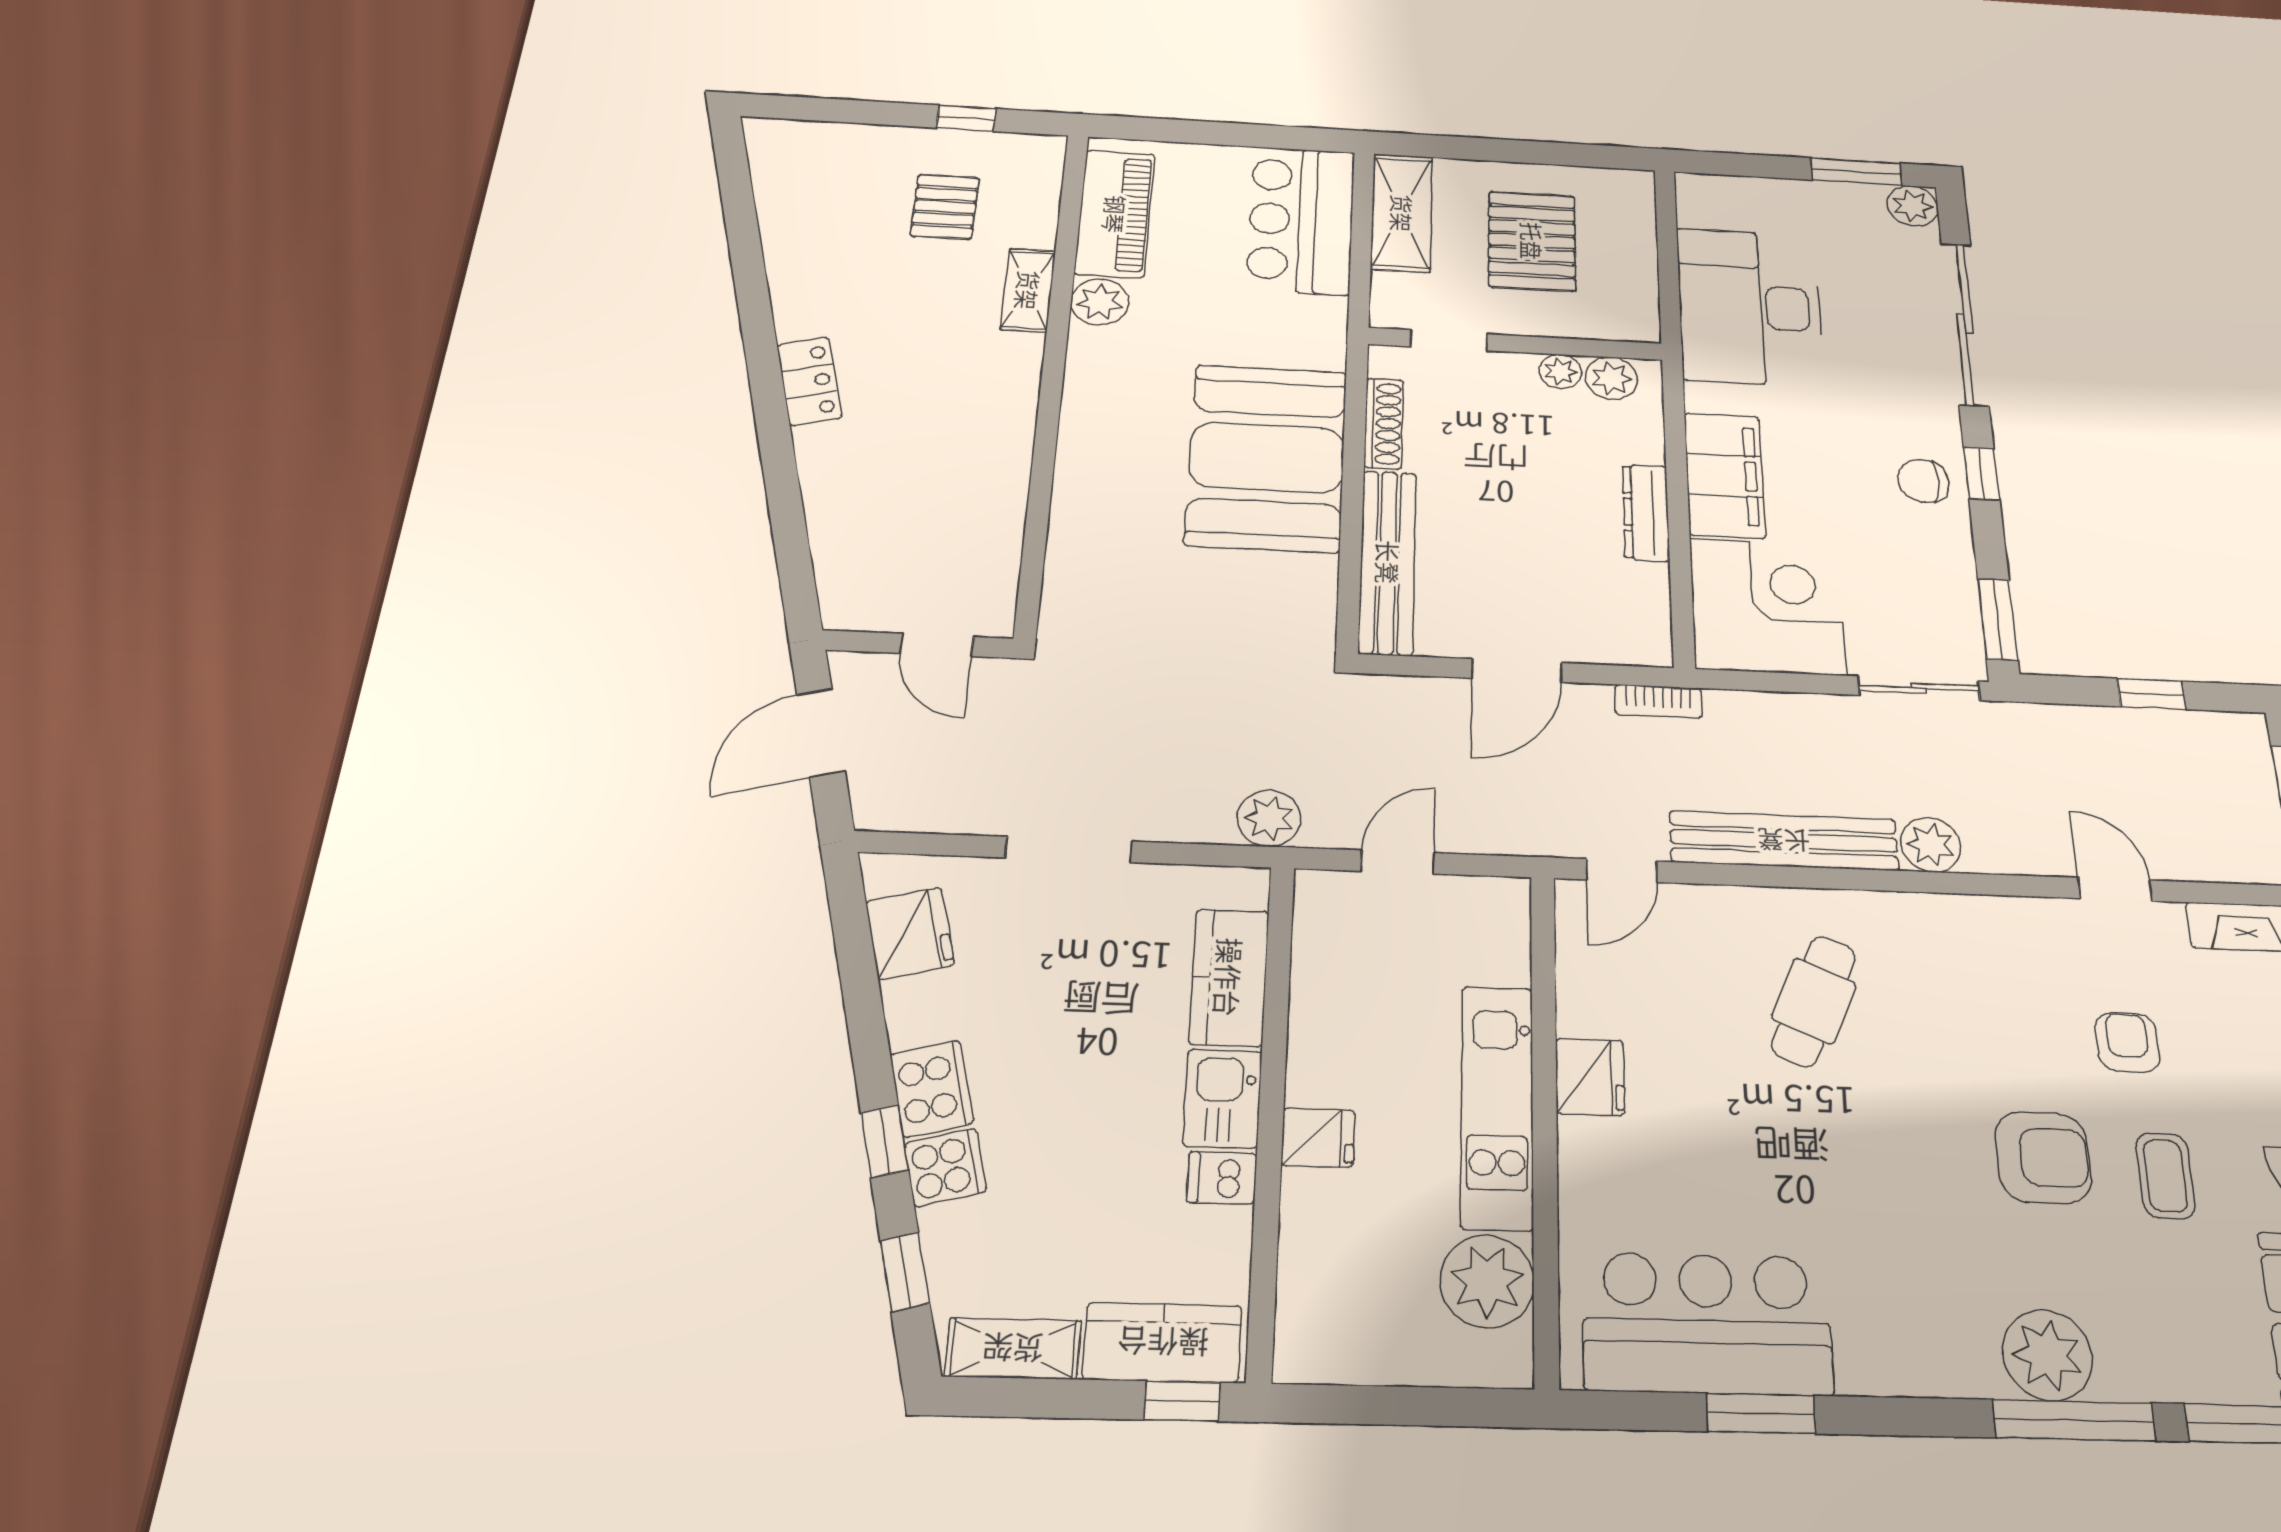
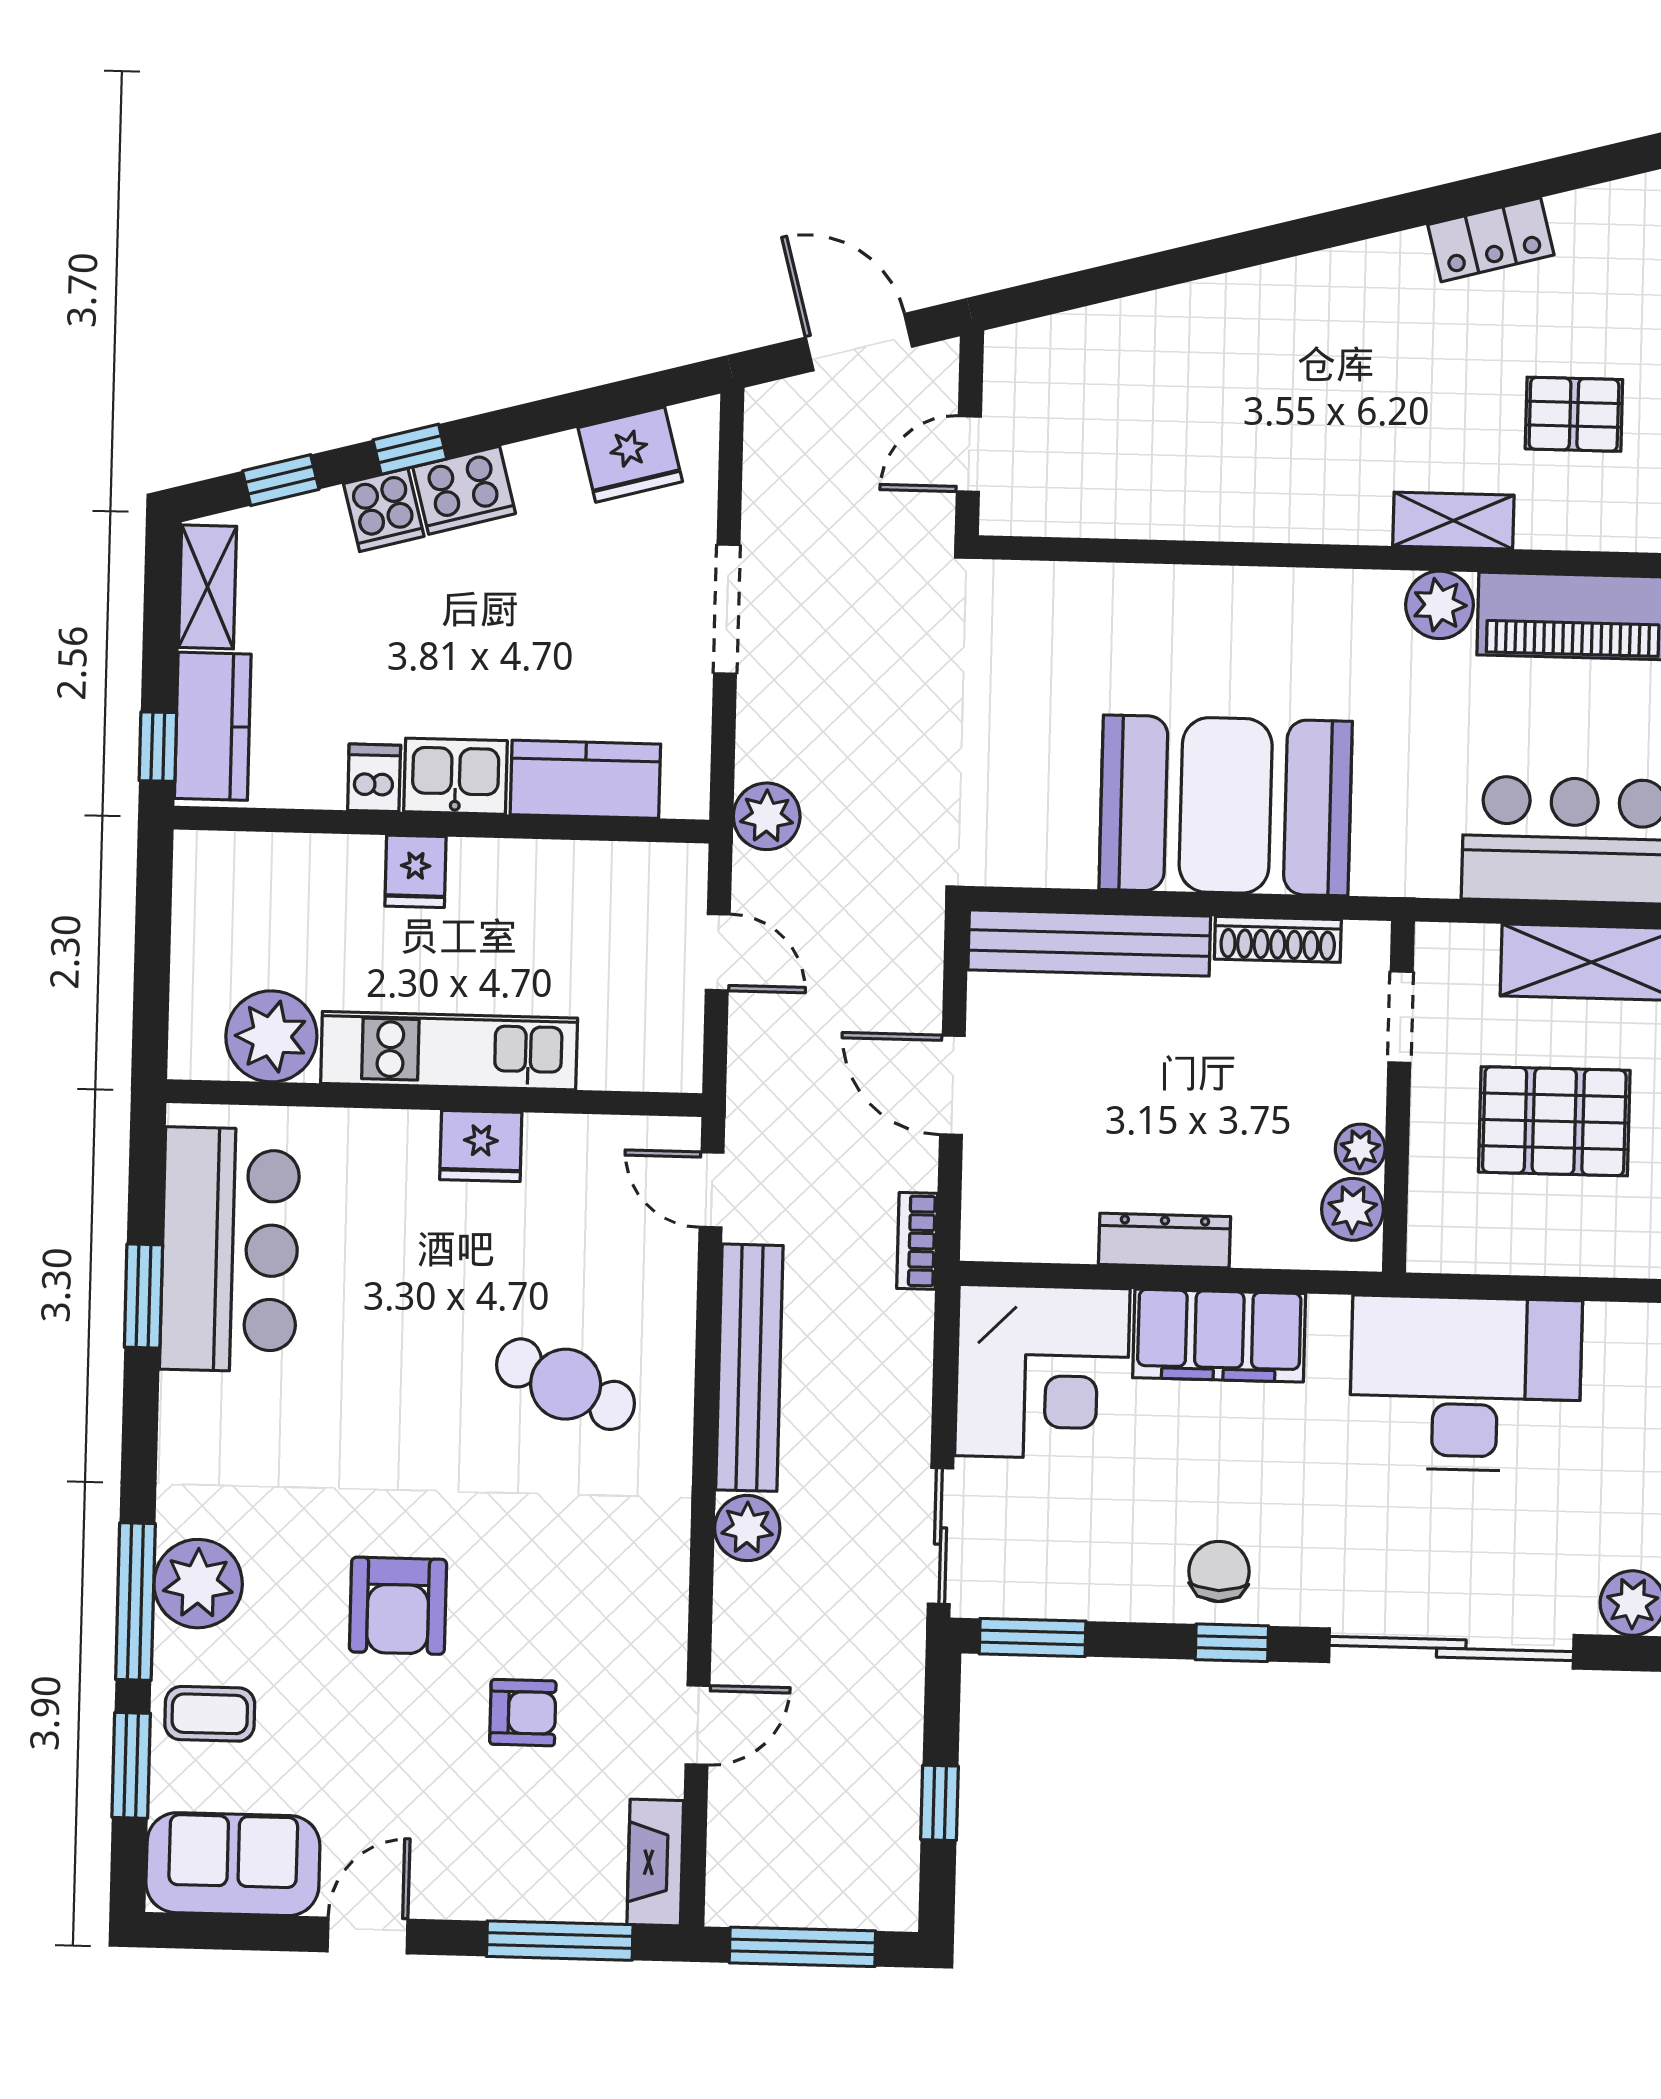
locker: (809, 381) -> (1491, 240), moved
coffee table: (2165, 1176) -> (210, 1714), moved

